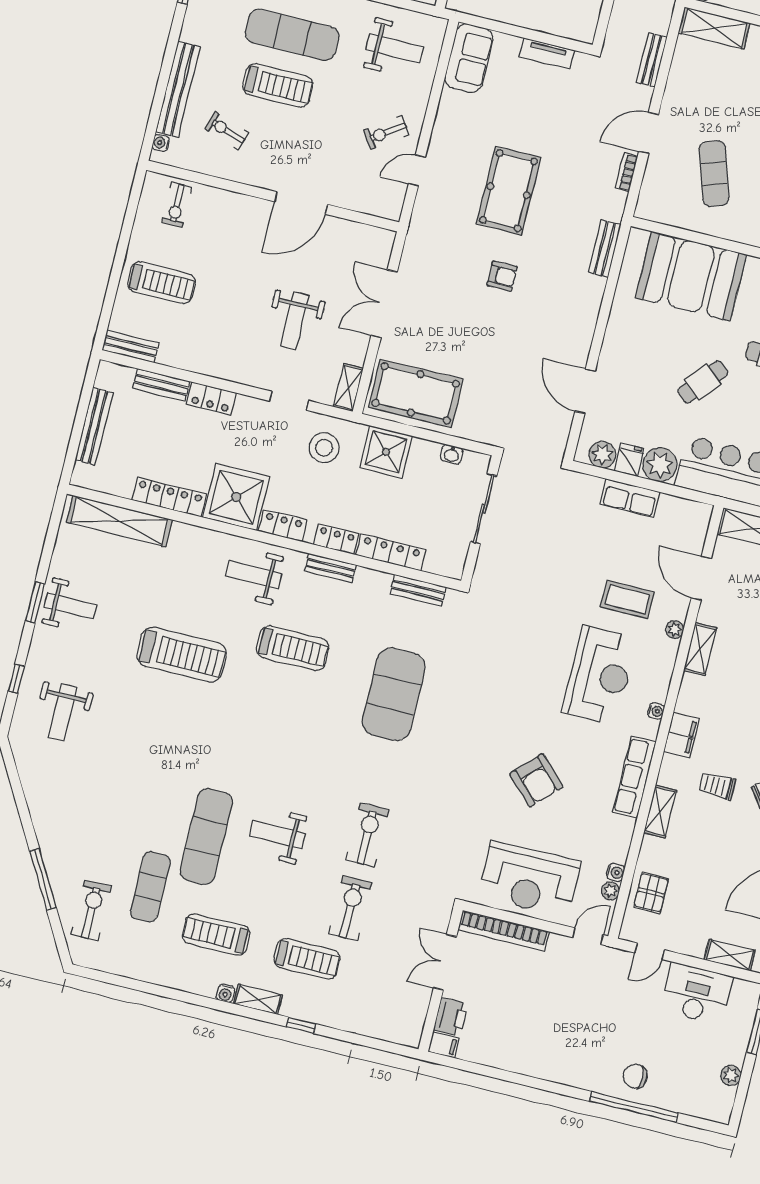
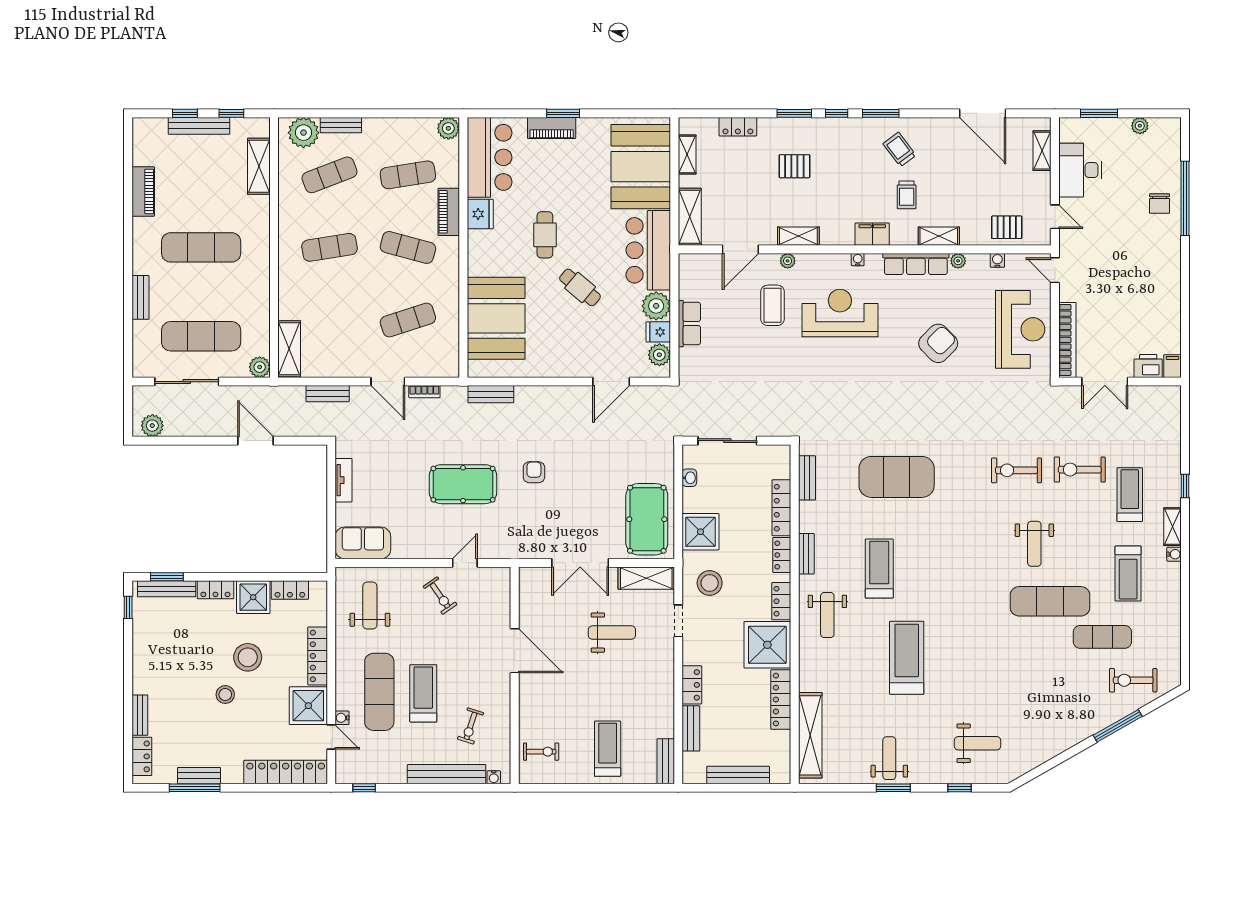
door: (417, 170) -> (465, 563), swing flipped
shelving: (348, 388) -> (646, 578), width x1.50, depth x1.33
plant: (610, 891) -> (958, 261), moved

